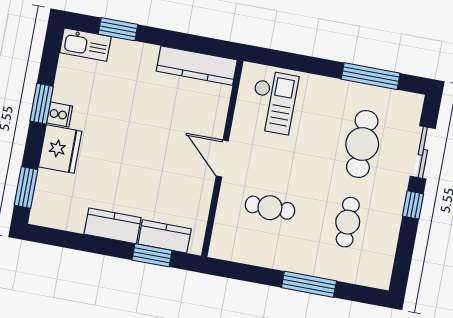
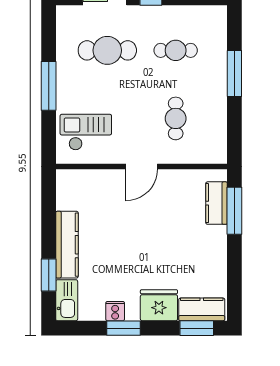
kitchen counter: (197, 66) -> (67, 245), moved
window: (371, 76) -> (49, 86), moved
cooker: (60, 115) -> (115, 311), moved
kitchen counter: (113, 226) -> (202, 309), moved, turned 90
window: (152, 255) -> (234, 211), width x1.44

